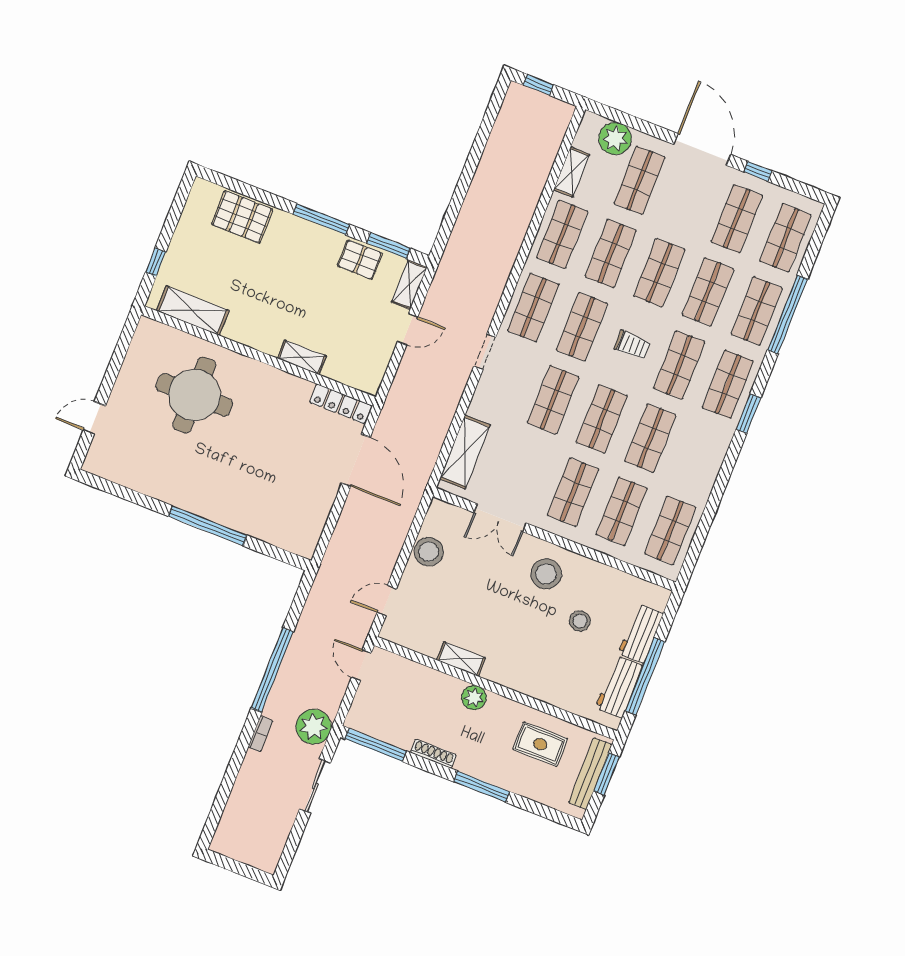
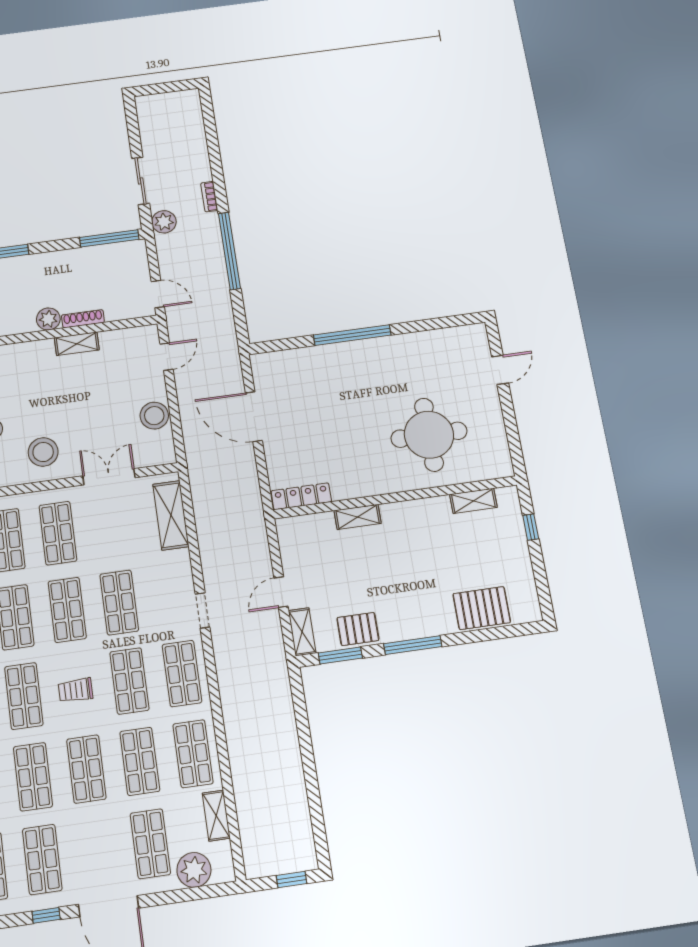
shelving: (193, 311) -> (473, 501), width x0.67, depth x0.75
door: (356, 460) -> (254, 417), moved
plant: (314, 727) -> (164, 222), width x0.73, depth x0.73
shoe rack: (433, 754) -> (83, 319), moved, turned 180

